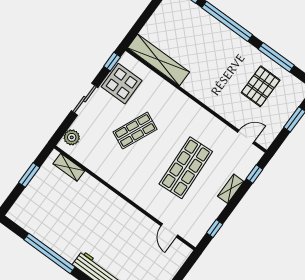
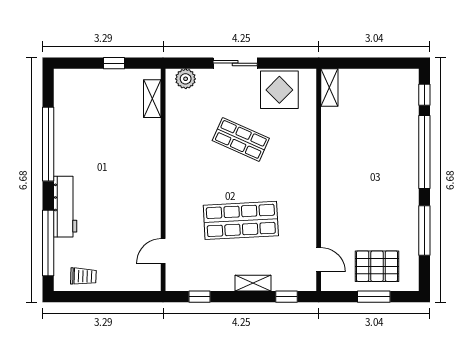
shelving: (158, 60) -> (329, 87), width x0.45, depth x0.75
window: (112, 62) -> (295, 63), removed
pallet: (261, 86) -> (377, 266), moved
window: (29, 175) -> (114, 63), width x0.67

